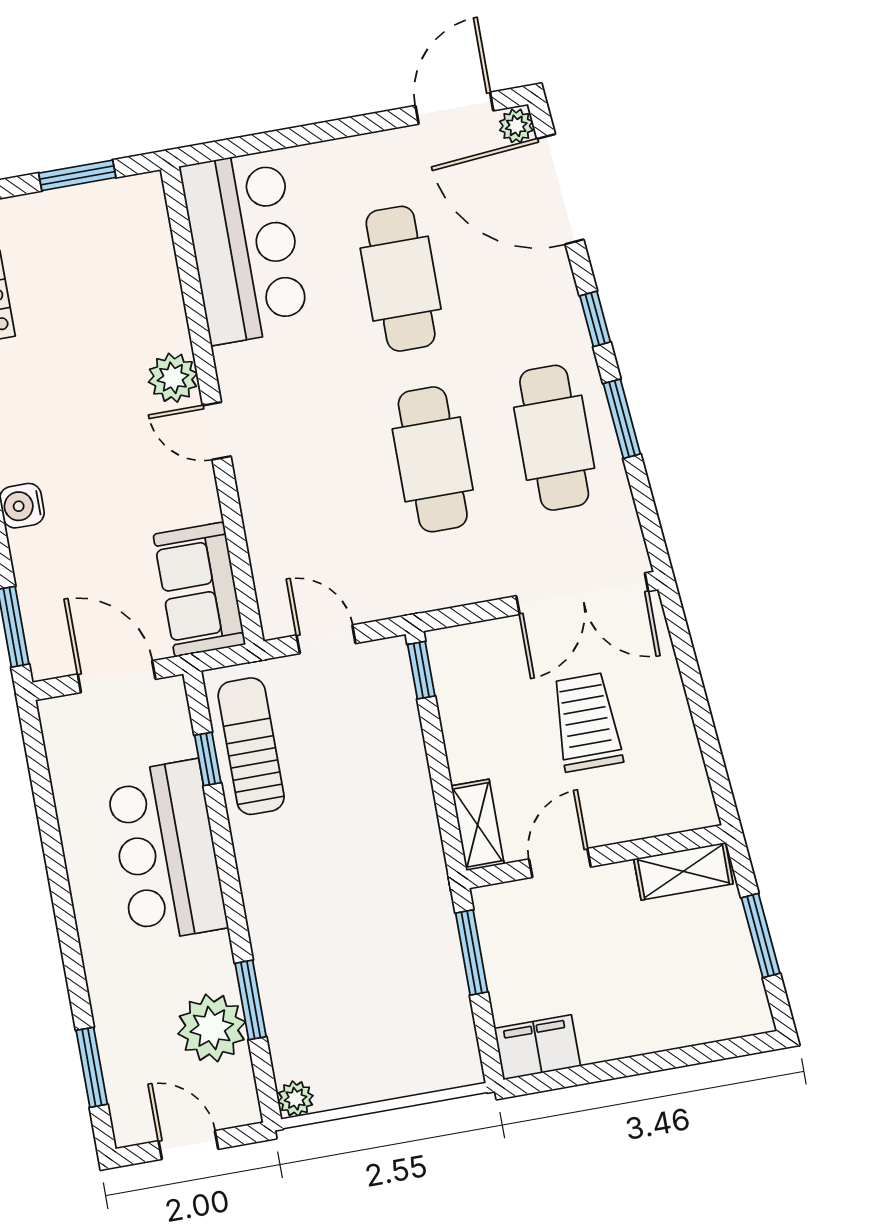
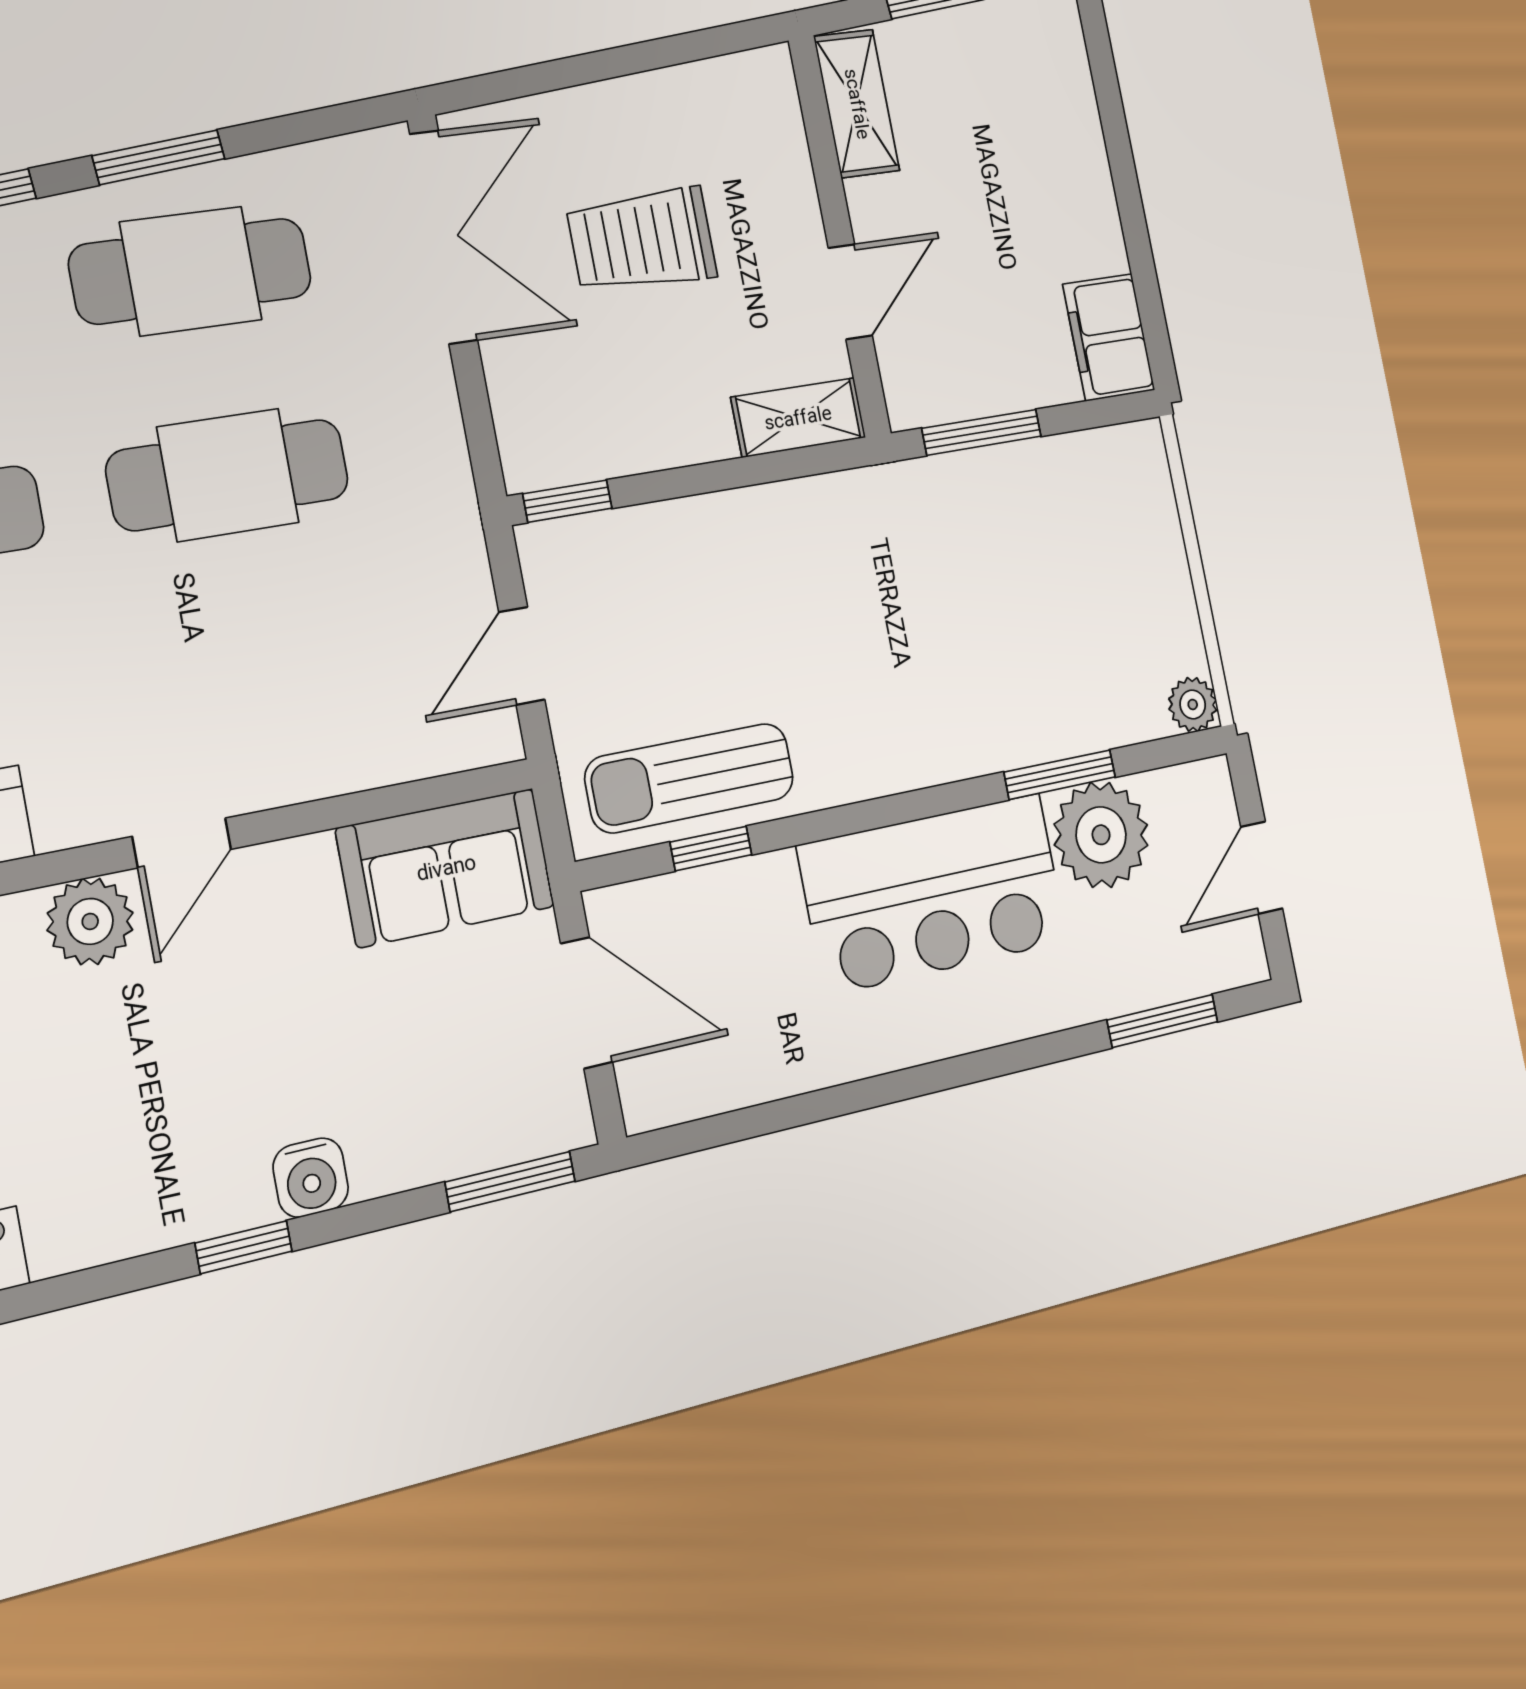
door: (117, 677) -> (587, 1003), swing flipped
bar counter: (167, 851) -> (933, 894), moved
door: (560, 863) -> (850, 292), swing flipped

